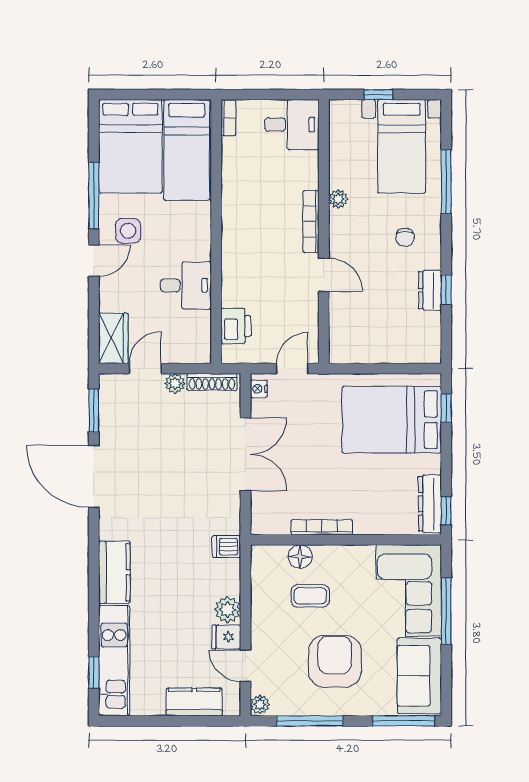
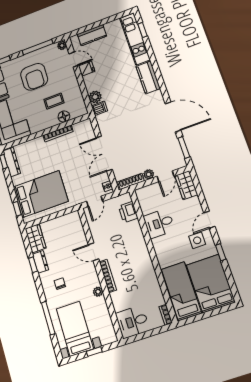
window: (94, 196) -> (221, 252), width x0.46
wardrobe: (426, 338) -> (36, 238), added
plant: (228, 610) -> (95, 97), moved

